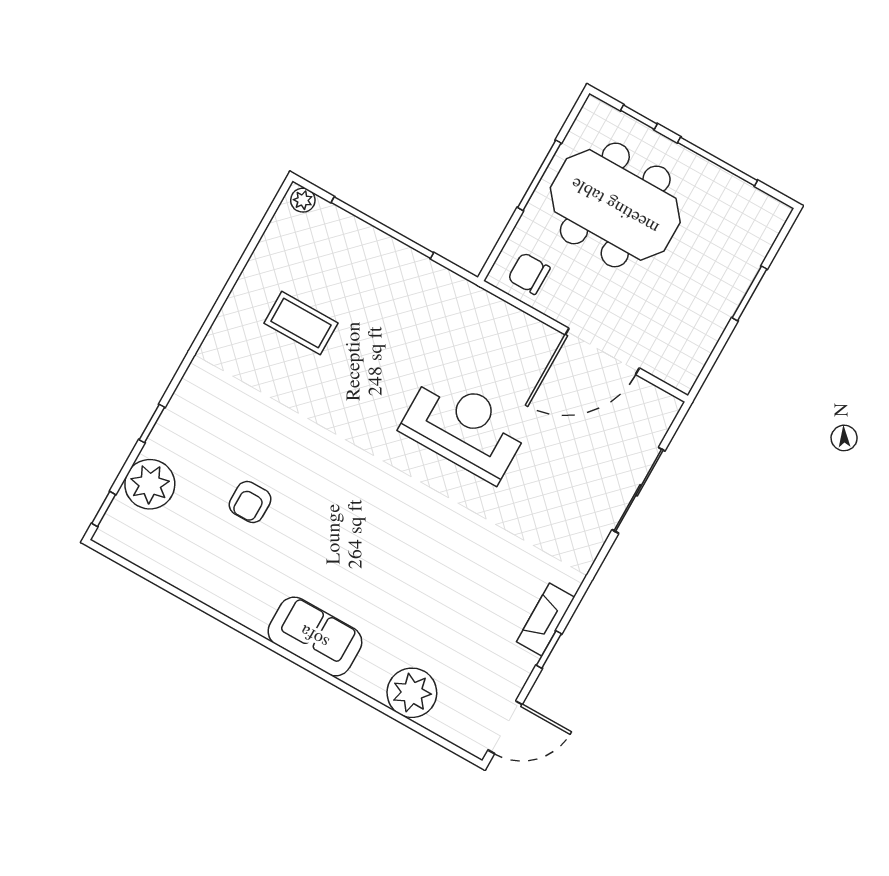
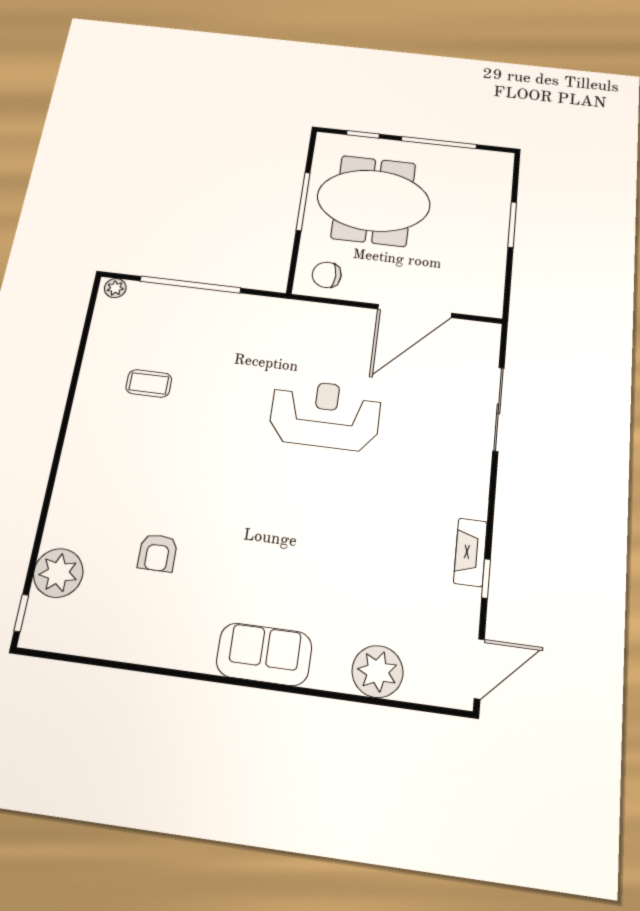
coffee table: (301, 323) -> (149, 383), width x0.73, depth x0.77
window: (152, 423) -> (43, 518), removed

